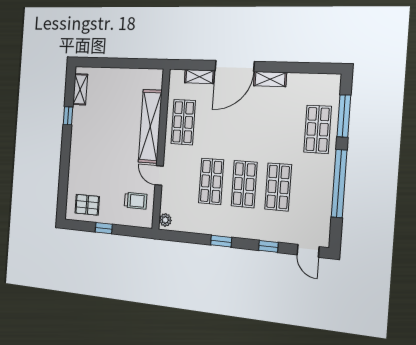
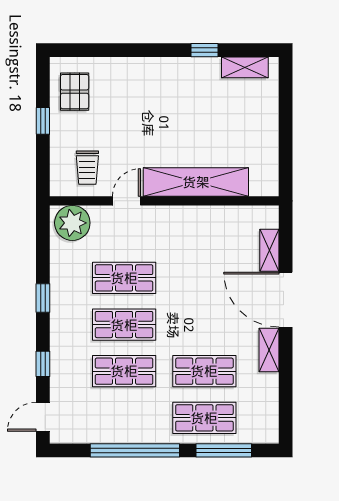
shop shelf: (183, 122) -> (204, 371), moved
plant: (165, 220) -> (72, 223), width x1.87, depth x1.87

